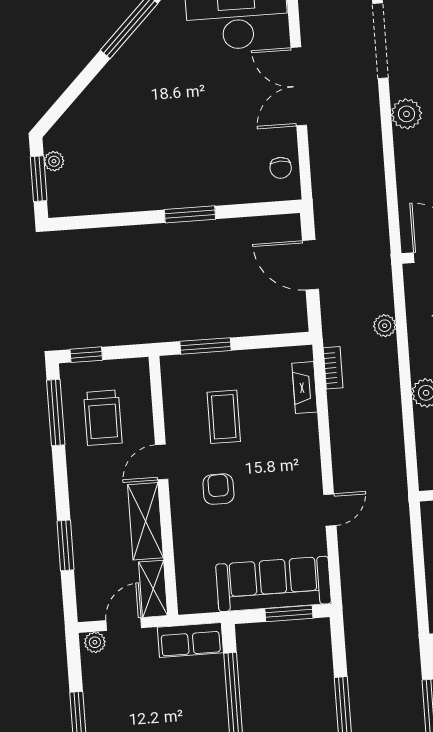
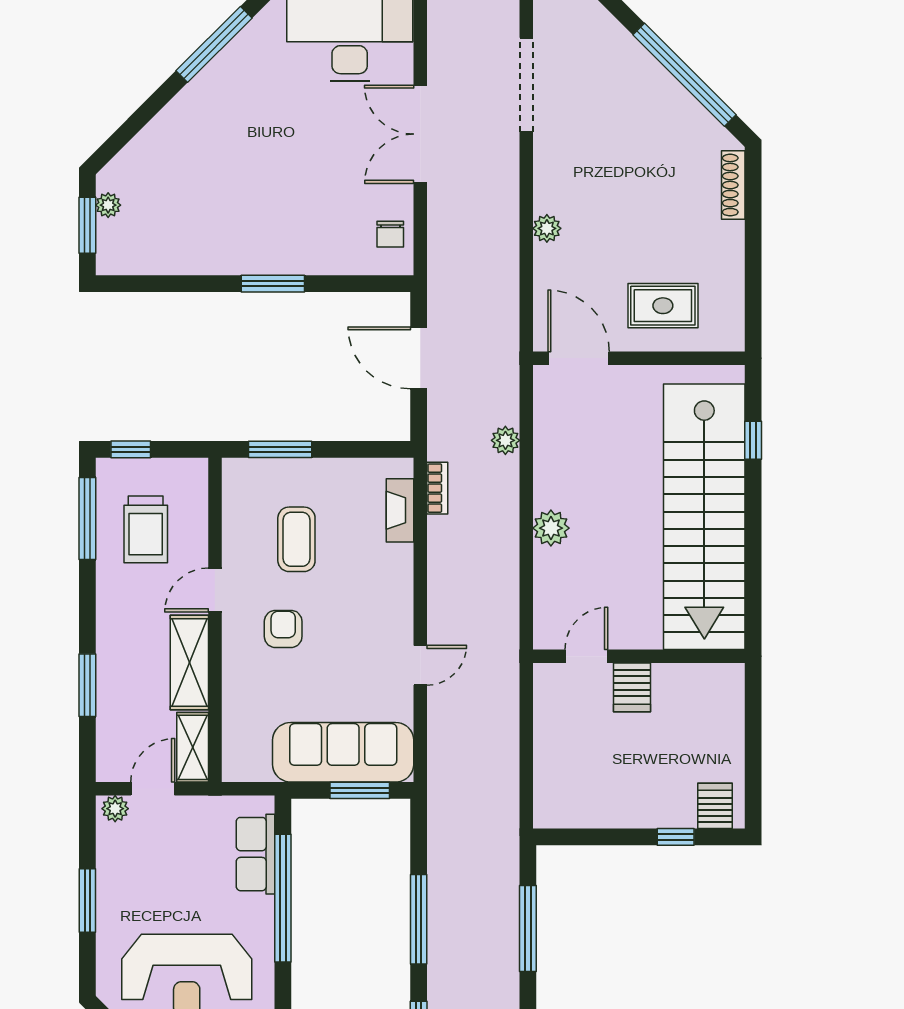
plant: (406, 114) -> (547, 228), moved, width x0.73, depth x0.73
row of seats: (190, 640) -> (255, 854), moved, turned 90

